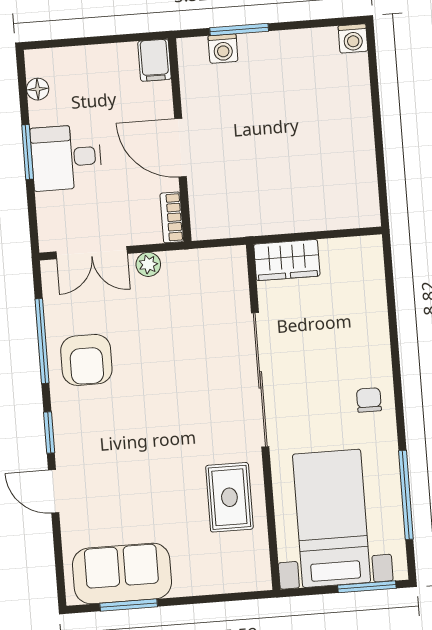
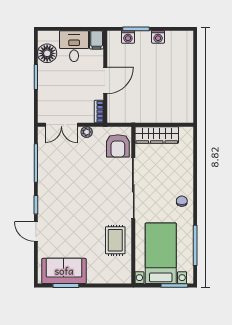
washing machine: (353, 39) -> (158, 37), moved
floor lamp: (38, 89) -> (47, 53), width x1.89, depth x1.89
door: (180, 148) -> (105, 80), swing flipped
desk: (66, 157) -> (74, 46), moved, turned 90
wardrobe: (287, 260) -> (157, 135), width x1.50
armchair: (86, 360) -> (118, 146), moved

